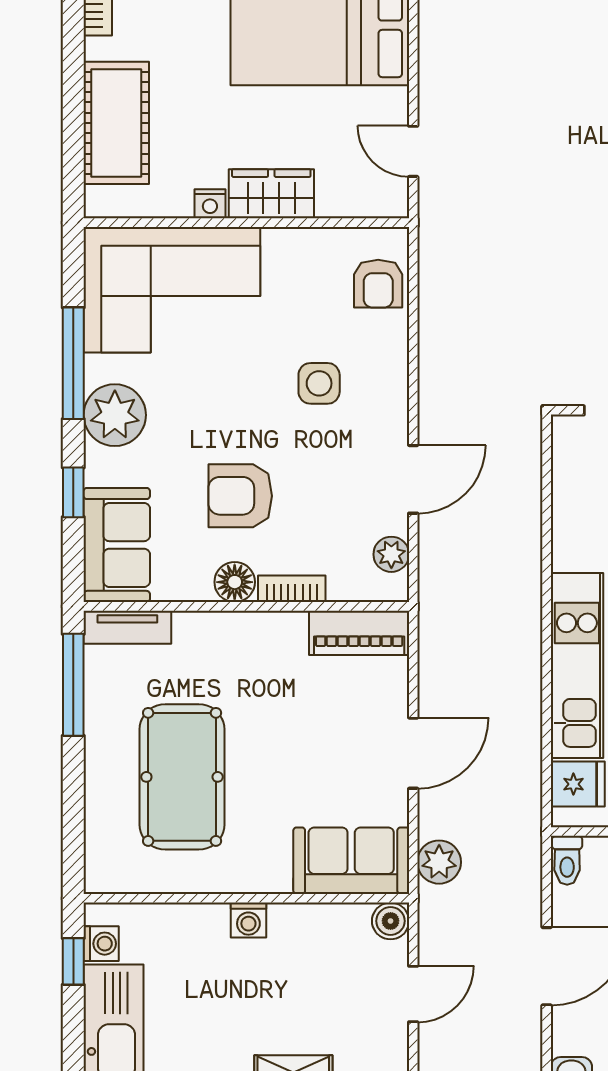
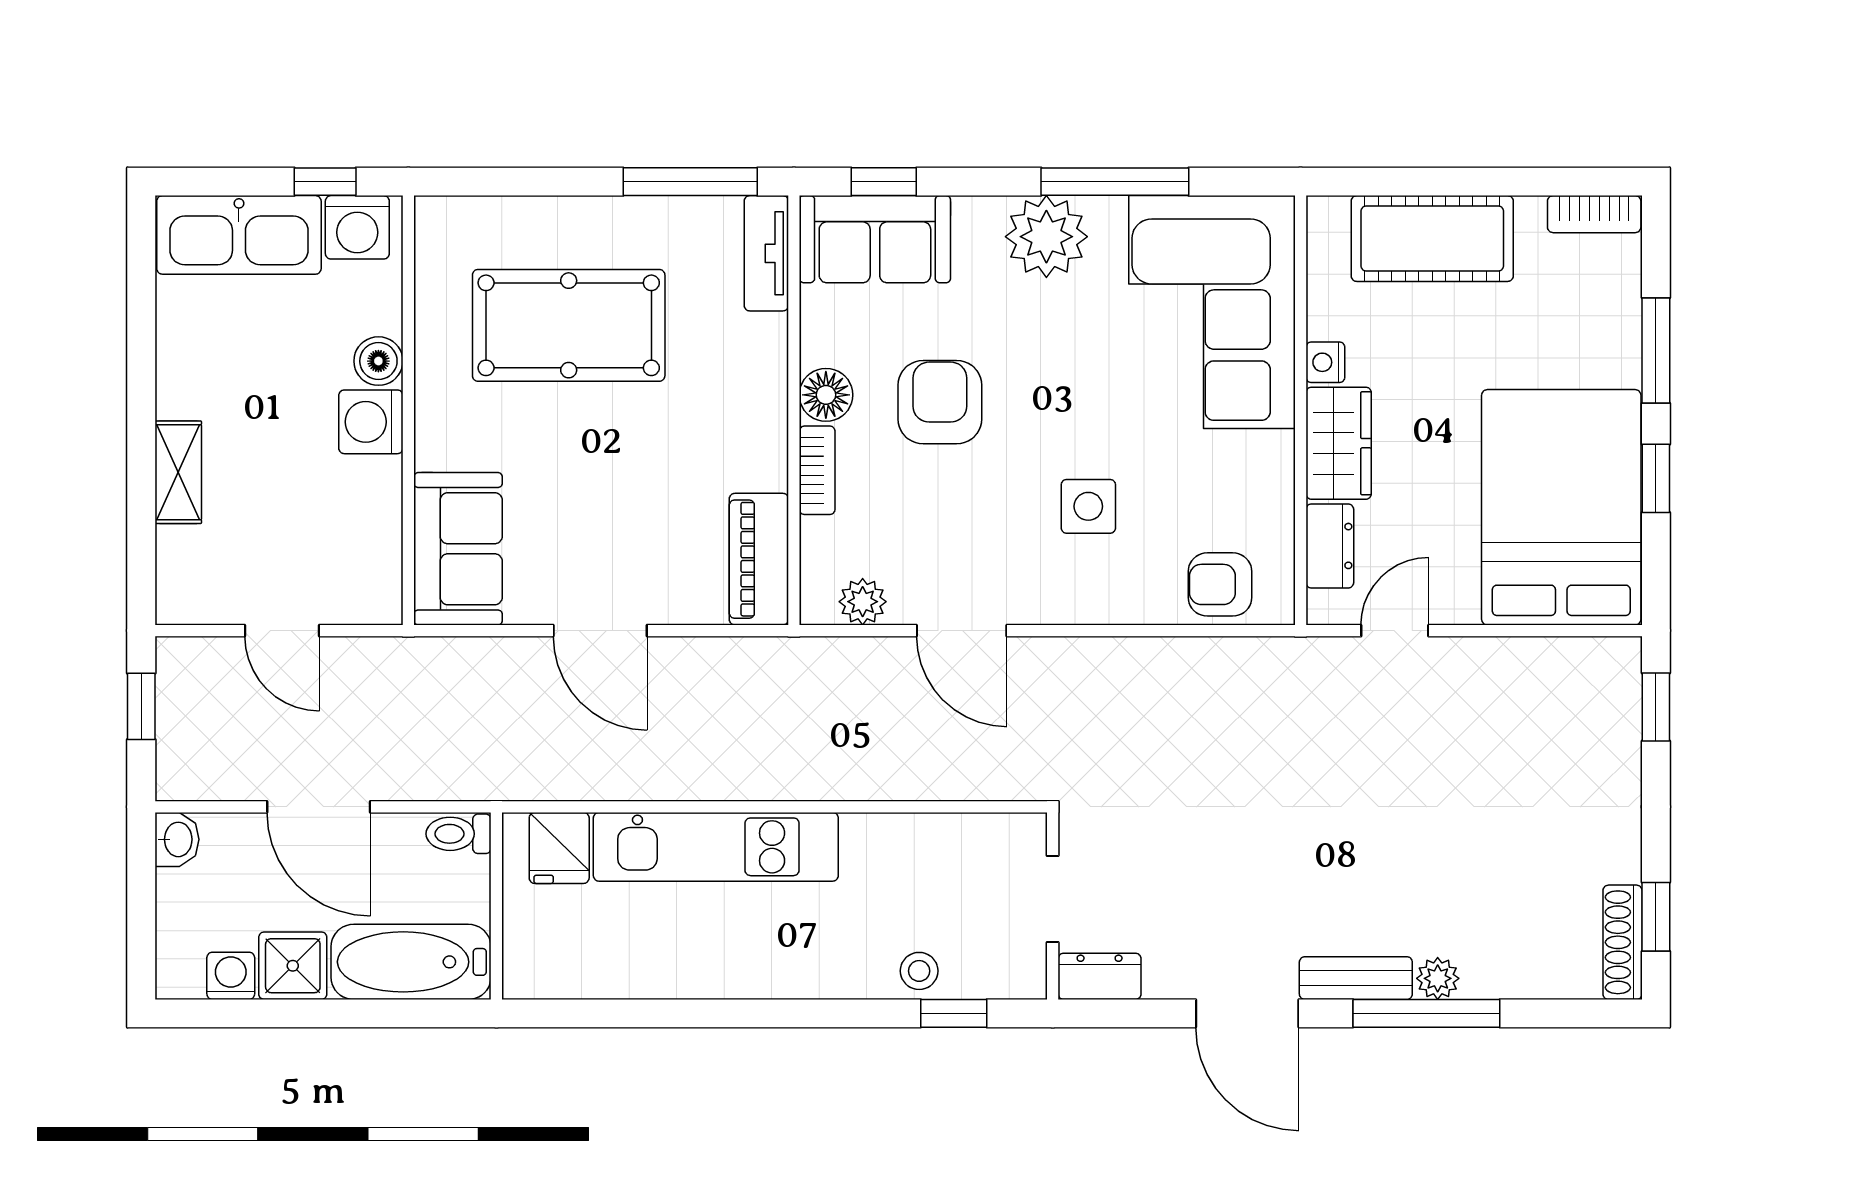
dresser: (349, 200) -> (1330, 546), added
window: (73, 492) -> (884, 182), moved
plant: (439, 862) -> (456, 665), removed
washing machine: (248, 920) -> (371, 422), width x1.38, depth x1.38
boiler: (391, 921) -> (378, 361), moved
washing machine: (101, 944) -> (357, 227), width x1.38, depth x1.38

